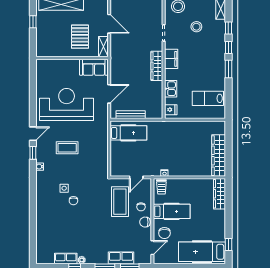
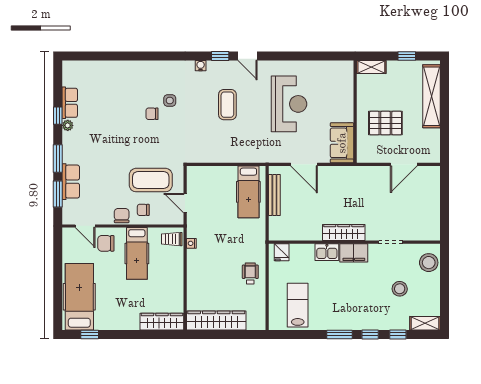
shelving: (103, 47) -> (371, 67), moved
kitchen sink: (171, 89) -> (327, 252), moved
reception desk: (67, 104) -> (289, 104), width x0.74, depth x0.77
wheelchair: (186, 132) -> (250, 273), added

